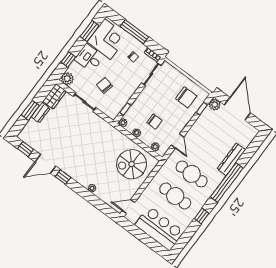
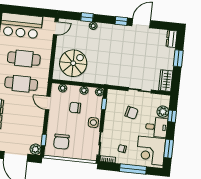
plant: (67, 79) -> (163, 112), moved
side table: (146, 97) -> (93, 123), added
chair: (186, 97) -> (61, 142), turned -90
dresser: (41, 113) -> (172, 39), moved
window: (25, 149) -> (87, 17), moved

